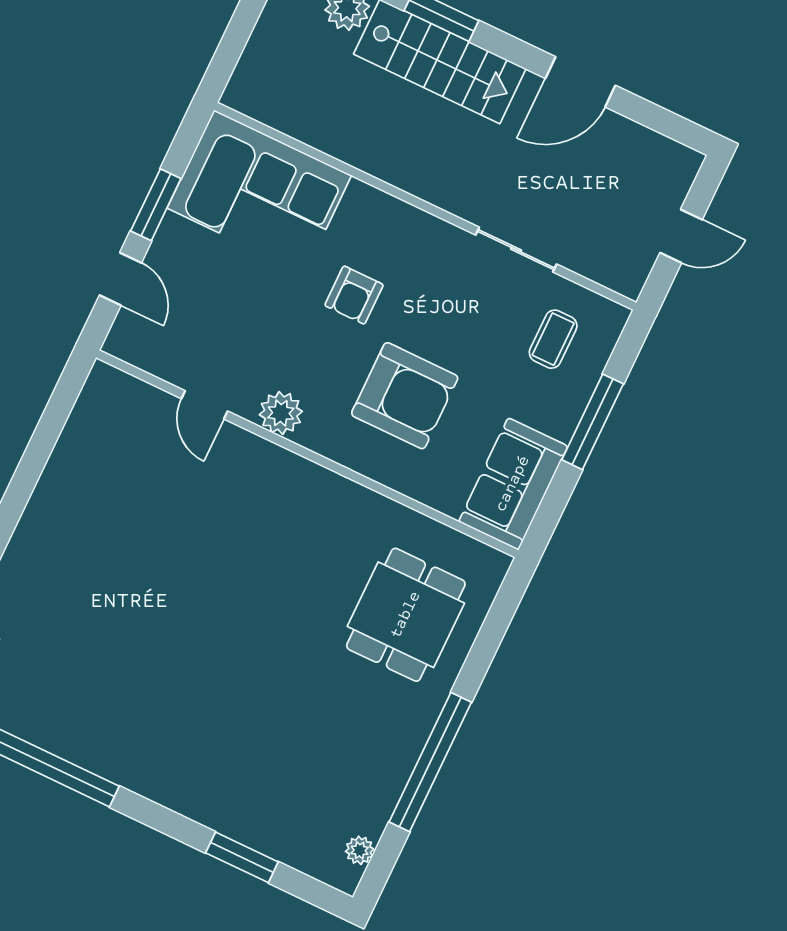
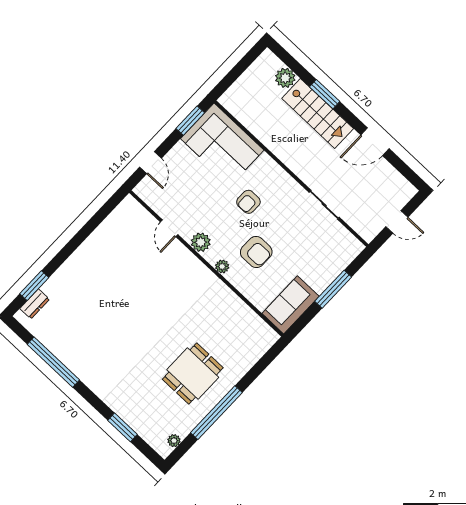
window: (156, 205) -> (190, 121), moved
coffee table: (553, 339) -> (328, 248), removed
armchair: (405, 396) -> (256, 252), width x0.73, depth x0.73
plant: (343, 450) -> (222, 266), added
dining table: (406, 615) -> (193, 373), moved

